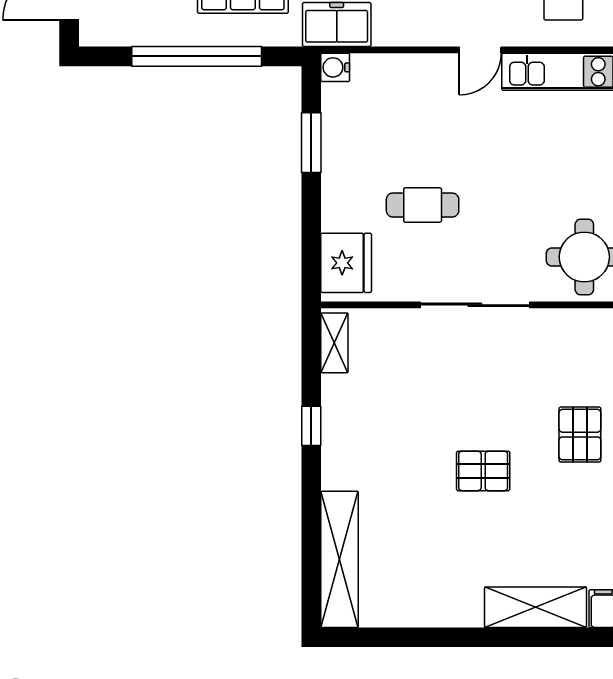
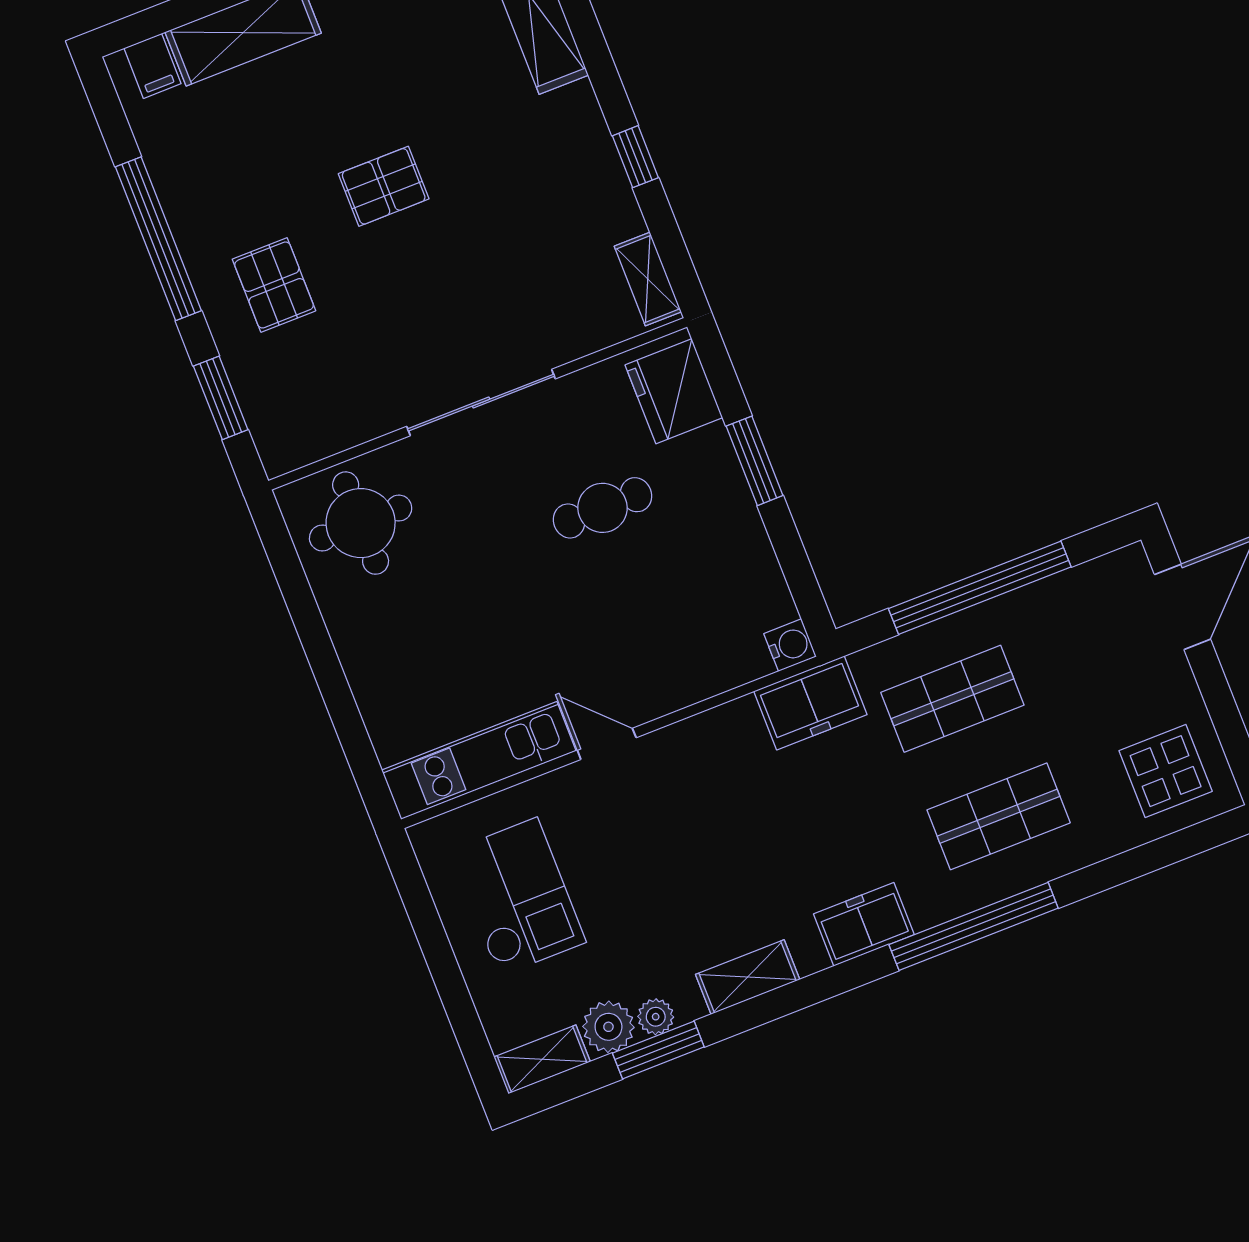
door: (480, 50) -> (607, 744), hinge flipped
window: (311, 143) -> (755, 461), moved

